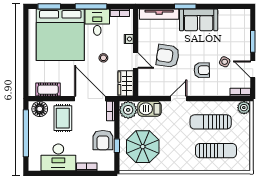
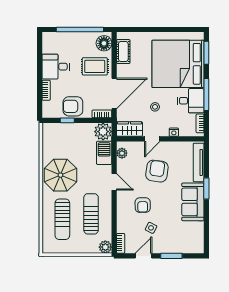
plant: (150, 91) -> (122, 153), added
parasol: (143, 147) -> (60, 175), moved
desk: (58, 157) -> (56, 67), width x0.73

